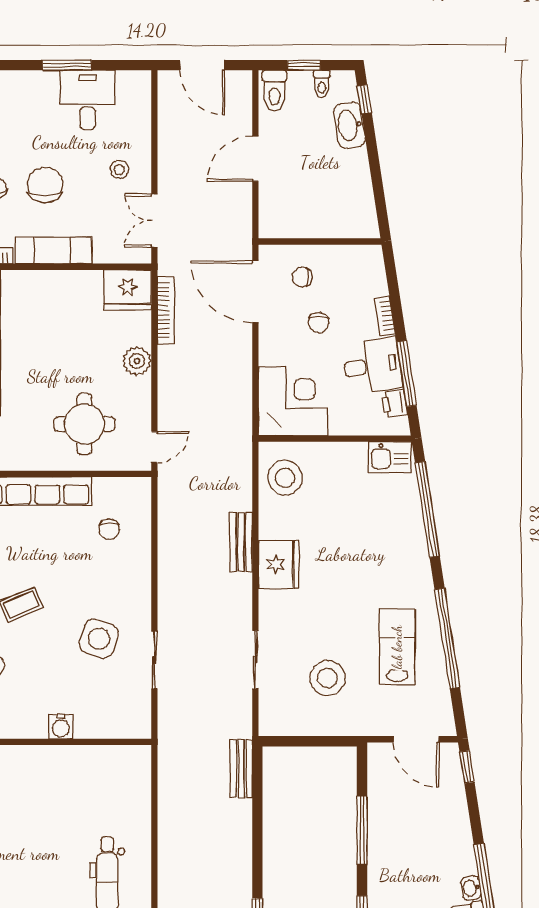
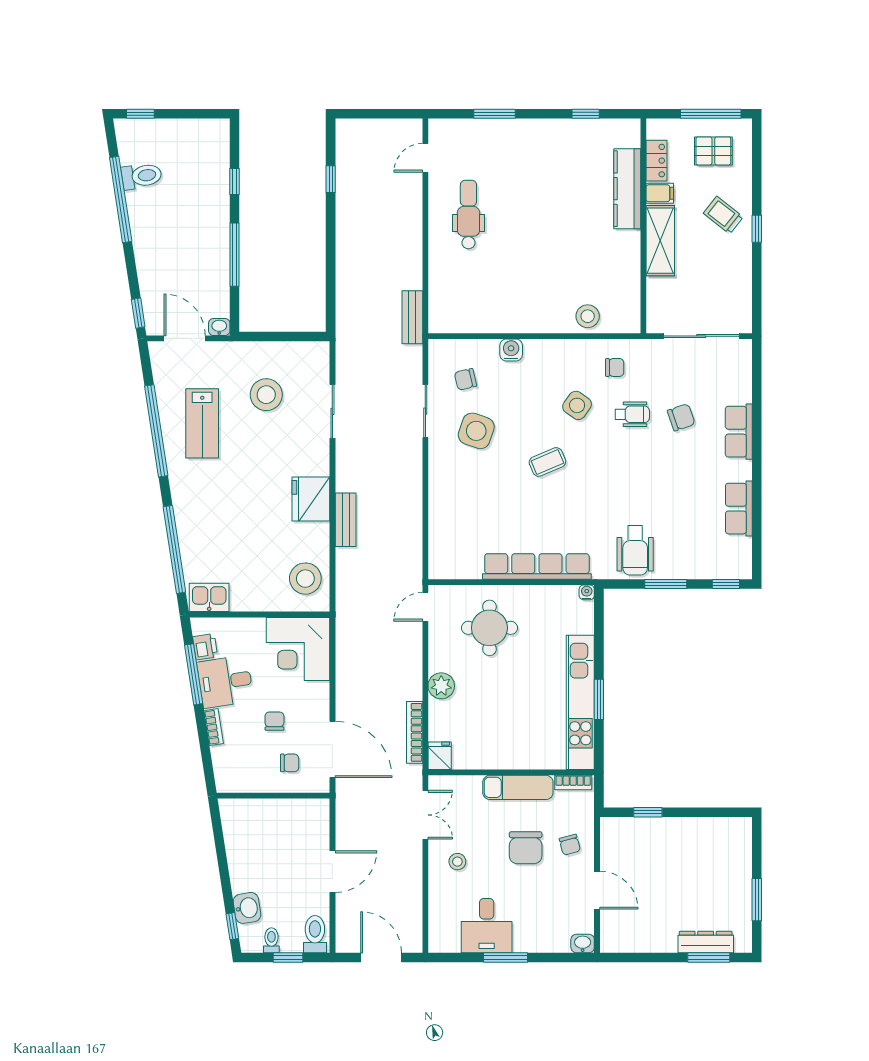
washbasin: (349, 125) -> (247, 908), width x0.72
fridge: (128, 290) -> (440, 756), width x0.53, depth x0.75
chair: (109, 529) -> (465, 379), moved, turned -103
bench: (241, 769) -> (412, 317), moved
washbasin: (471, 888) -> (219, 327), moved, turned -81

